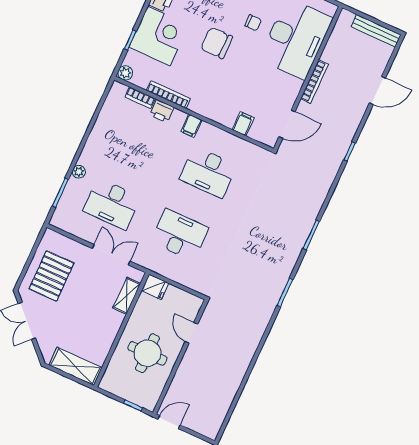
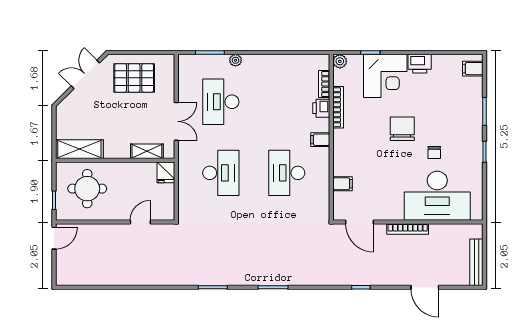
round table: (147, 353) -> (87, 189), moved
shelving: (76, 366) -> (79, 149), moved, turned 90
door: (169, 422) -> (54, 238), hinge flipped

